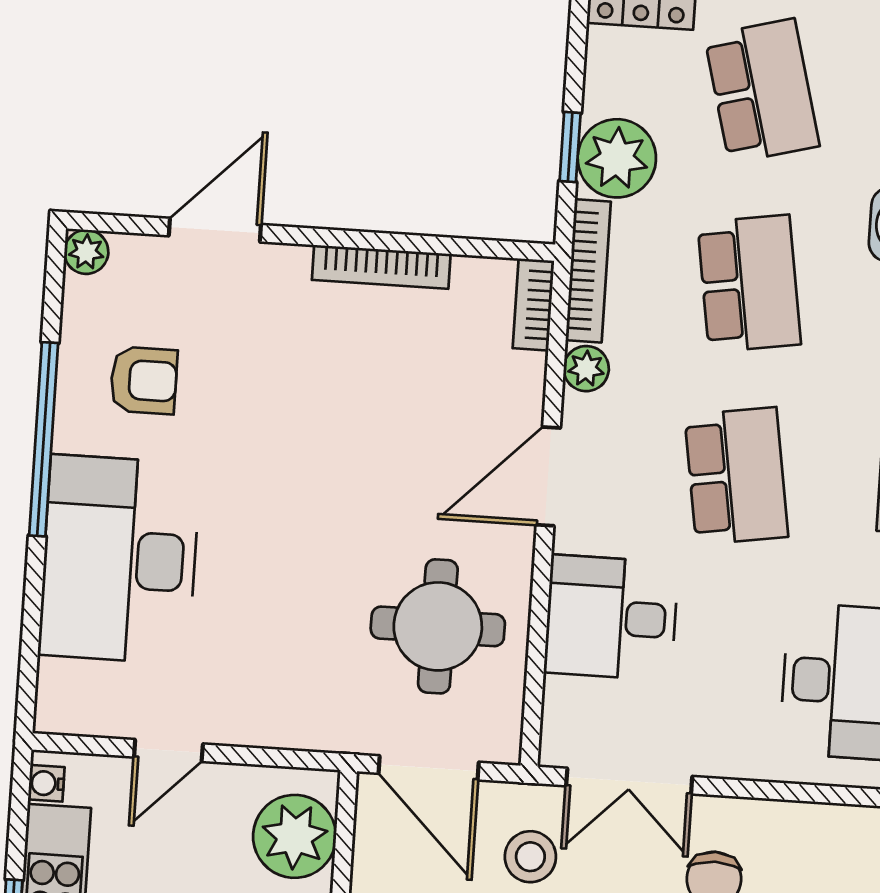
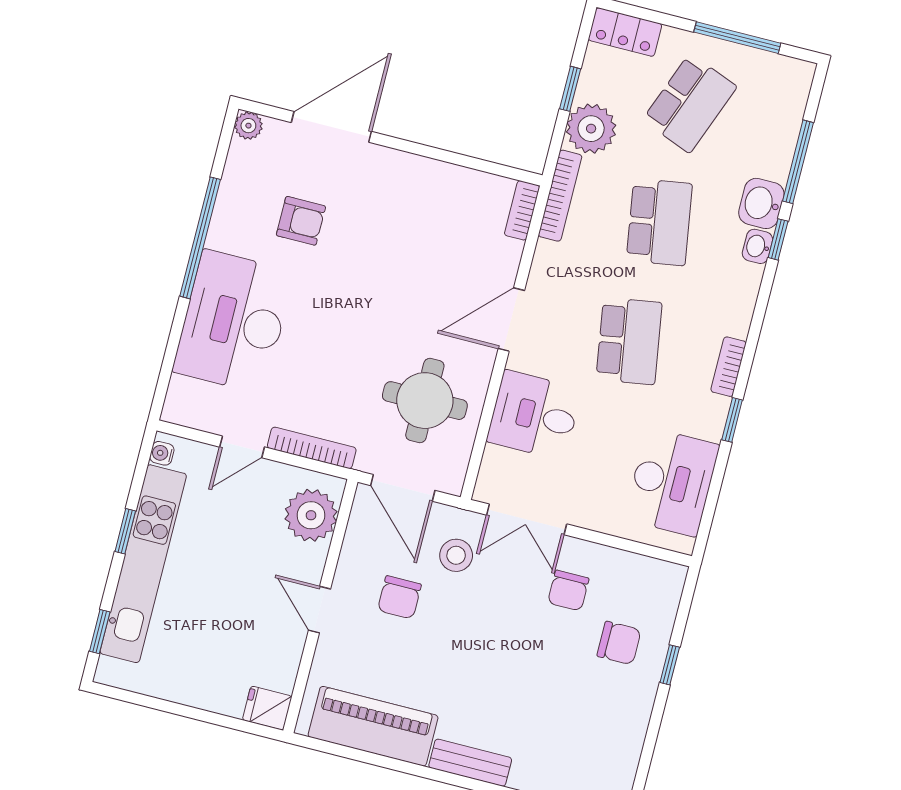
school desk: (762, 91) -> (690, 103), turned 36
window: (570, 147) -> (570, 89), moved
door: (215, 230) -> (331, 127), width x1.36
bookcase: (381, 267) -> (312, 448), moved, turned 180
plant: (586, 369) -> (548, 256), removed
armchair: (144, 380) -> (301, 221), moved

